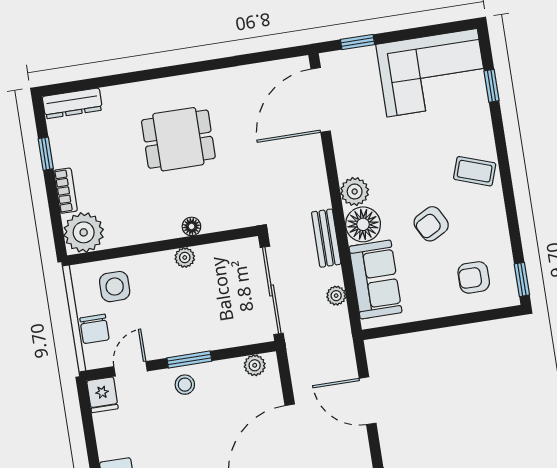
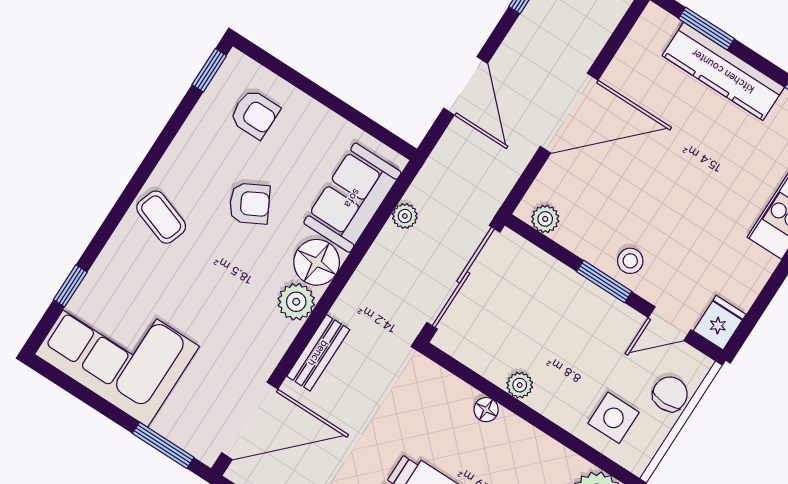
window: (357, 42) -> (163, 445), width x1.50
bench: (326, 238) -> (318, 353), moved

